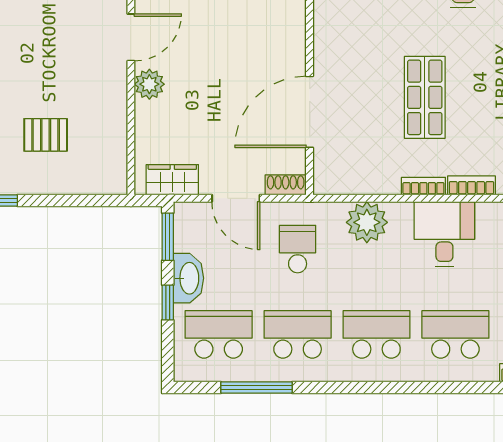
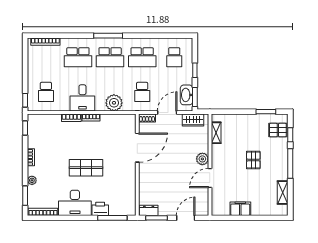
shop shelf: (425, 97) -> (86, 168), moved, turned 90
pallet: (46, 135) -> (253, 160), moved, turned 90
shelving: (116, 149) -> (216, 133), added
door: (236, 198) -> (167, 113), hinge flipped
washbasin: (188, 278) -> (187, 95), moved
school desk: (219, 334) -> (174, 57), width x0.54
window: (256, 387) -> (108, 36), moved

